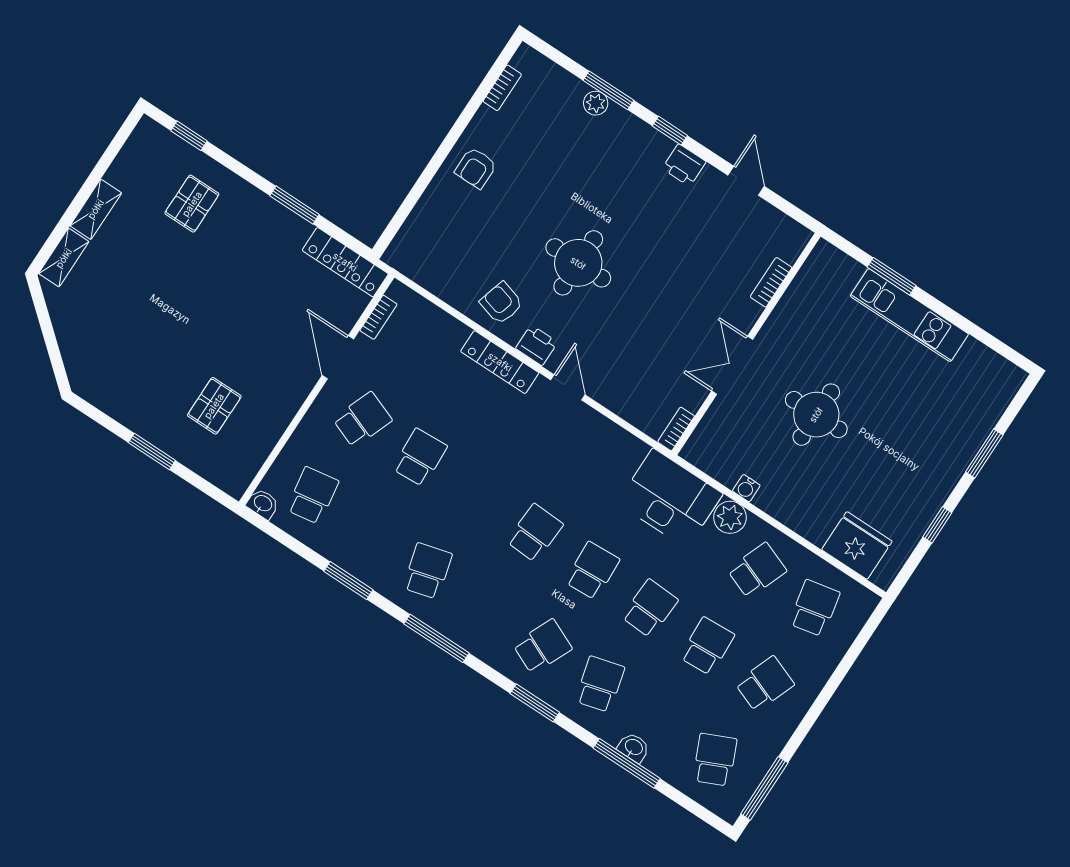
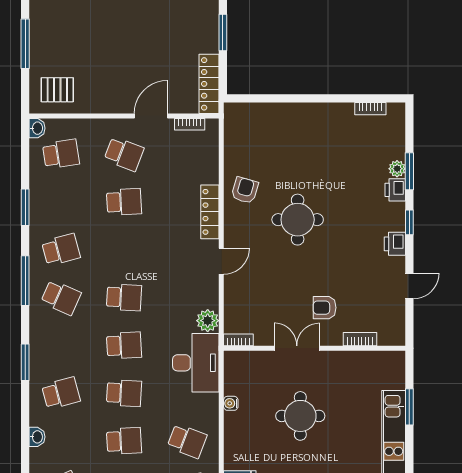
armchair: (476, 168) -> (325, 308), moved
printer: (537, 345) -> (395, 190), moved, turned 180
pallet: (214, 406) -> (57, 90), moved
window: (152, 451) -> (25, 44), width x1.44
plant: (730, 517) -> (208, 321), moved
school desk: (542, 646) -> (61, 297), moved
window: (627, 763) -> (25, 439), removed

